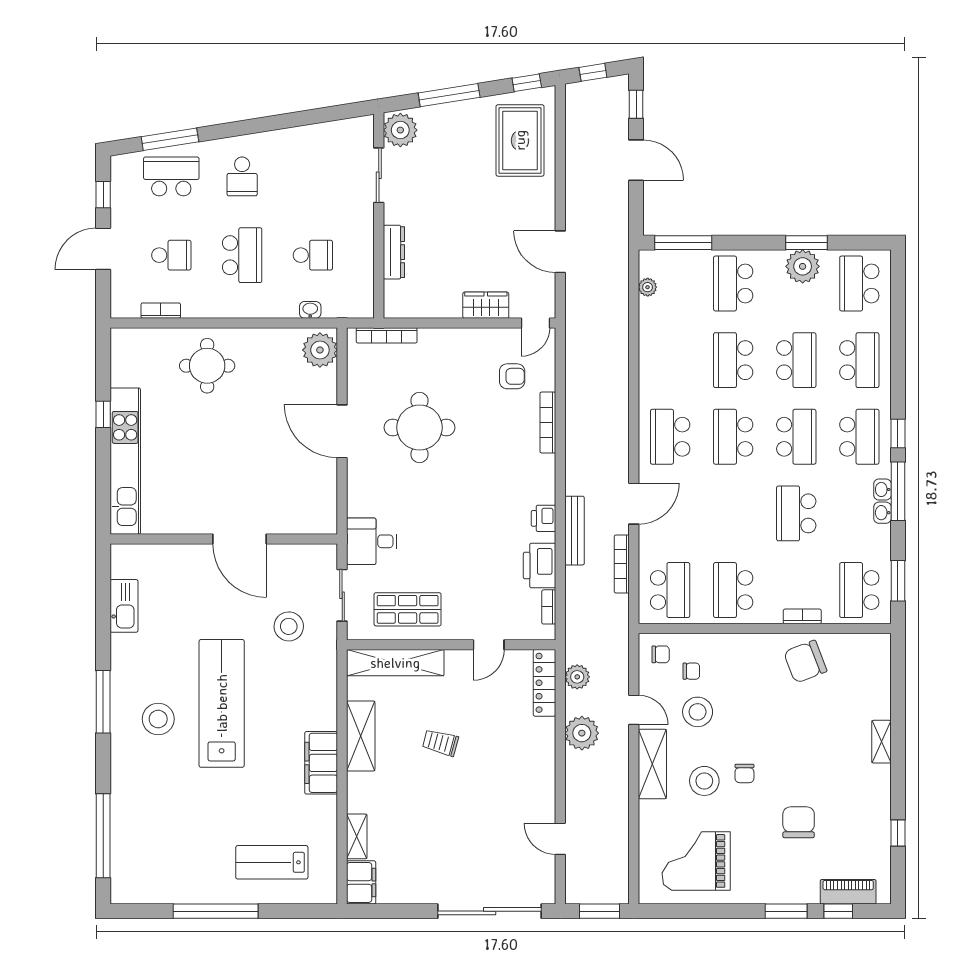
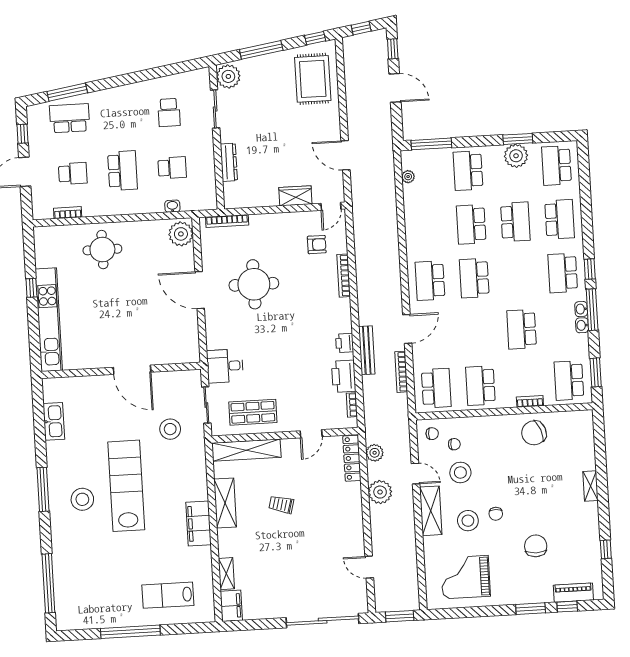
school desk: (242, 176) -> (169, 112), moved
school desk: (796, 437) -> (518, 276), removed
school desk: (859, 437) -> (563, 273), turned 180

